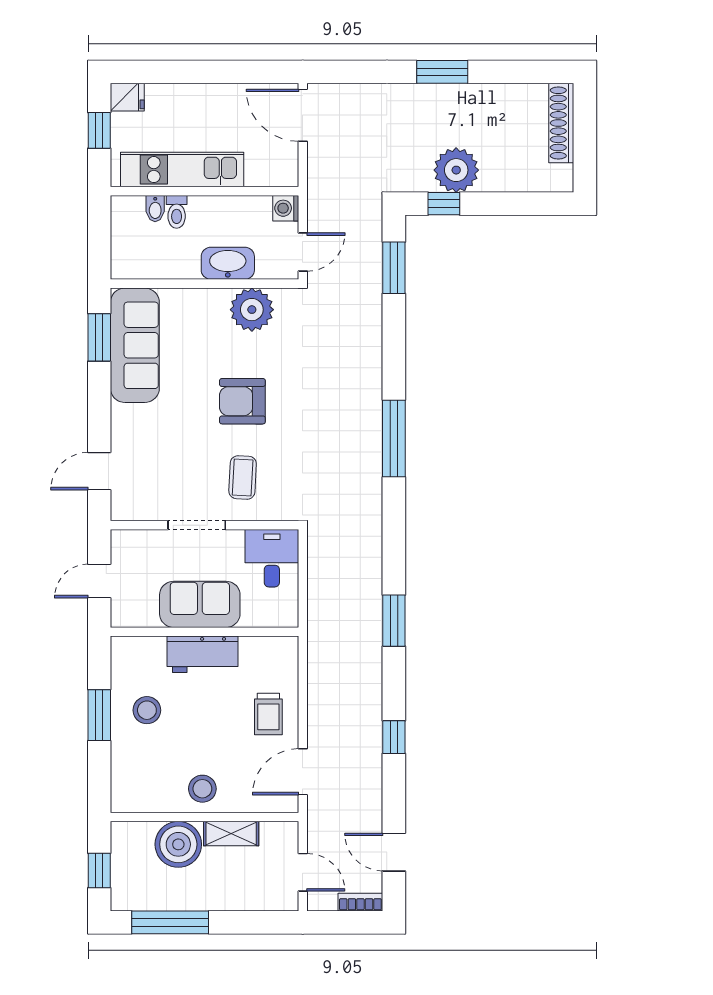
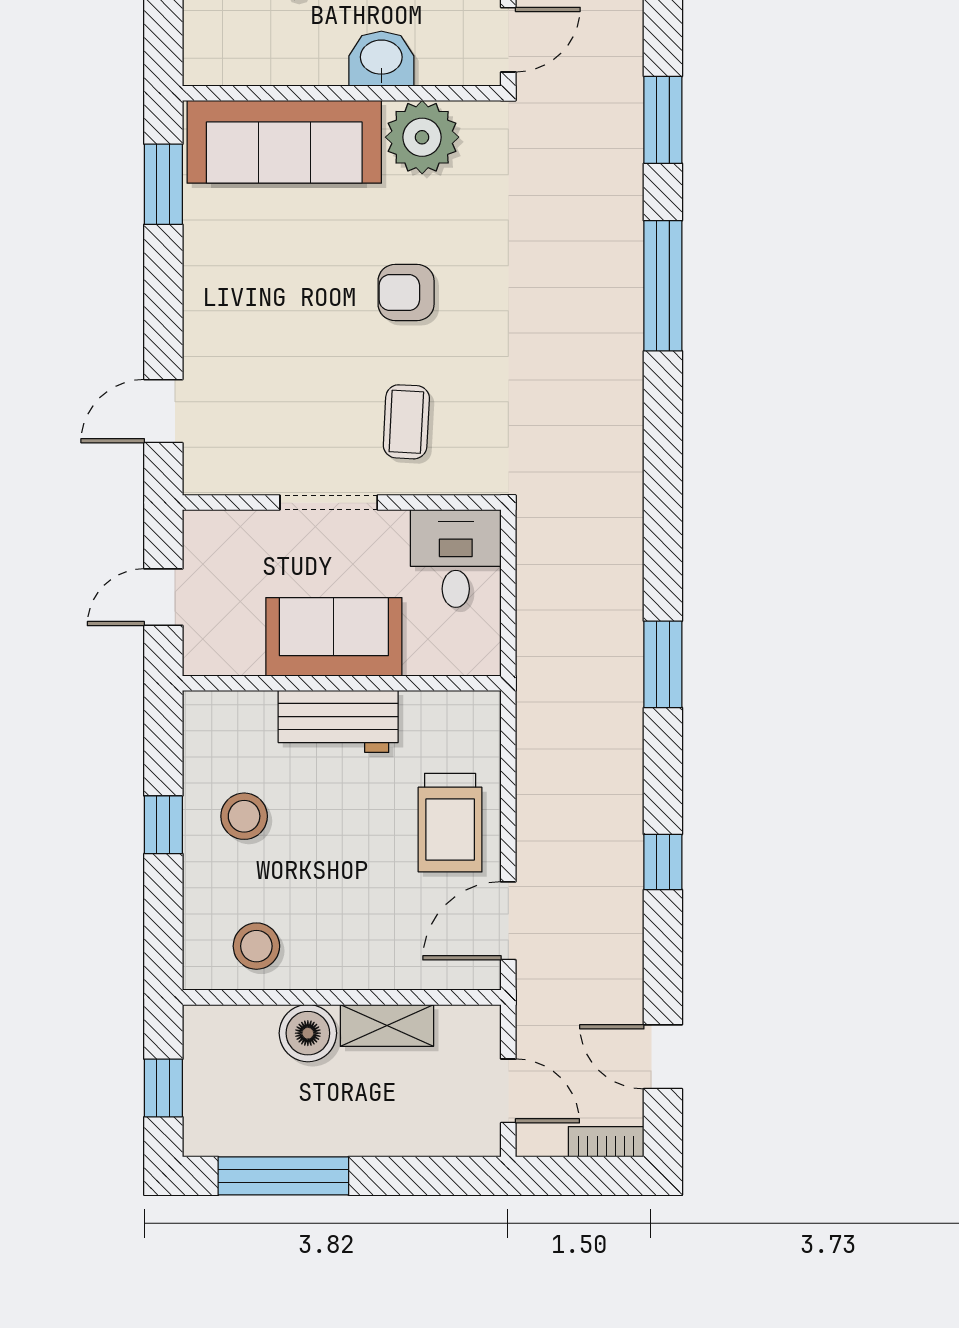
washbasin: (228, 263) -> (381, 59), width x0.72
window: (394, 268) -> (663, 120), moved
sofa: (135, 345) -> (284, 142), moved, turned 90
armchair: (242, 401) -> (406, 293), width x0.72, depth x0.72
window: (394, 438) -> (663, 286), moved
trolley: (268, 714) -> (450, 823), width x1.36, depth x1.39
window: (99, 715) -> (163, 825), width x0.67
stool: (202, 789) -> (256, 946), moved
boiler: (178, 844) -> (308, 1033), width x0.73, depth x0.73

